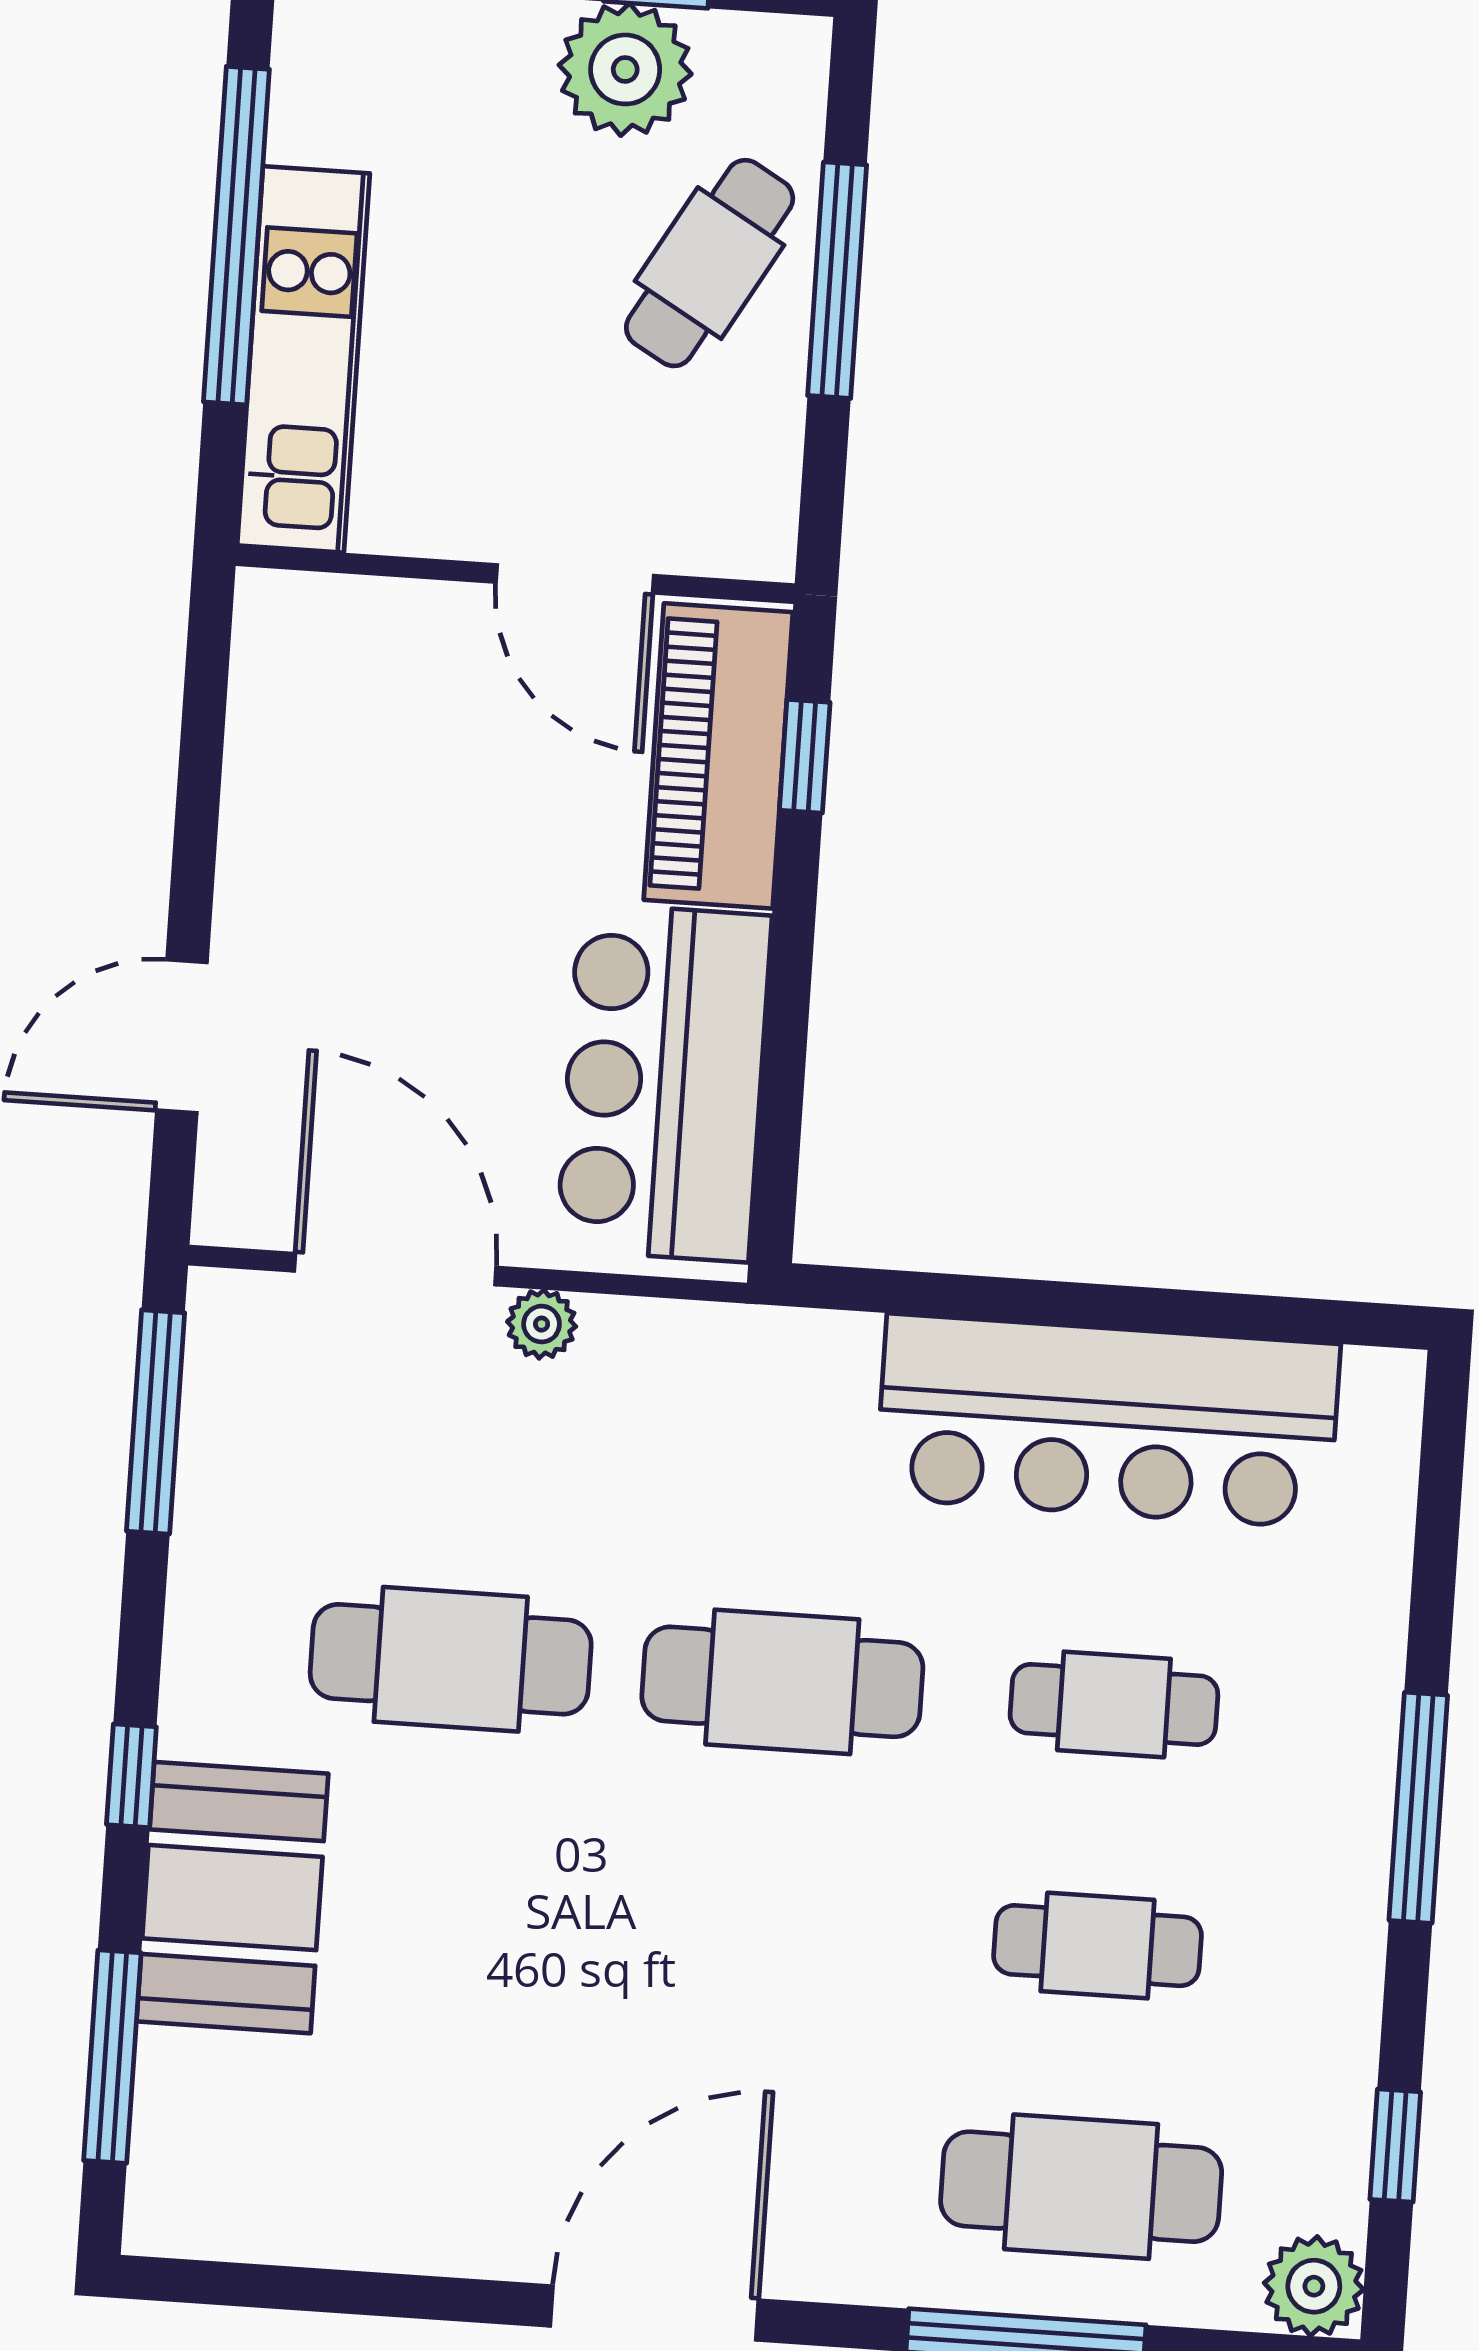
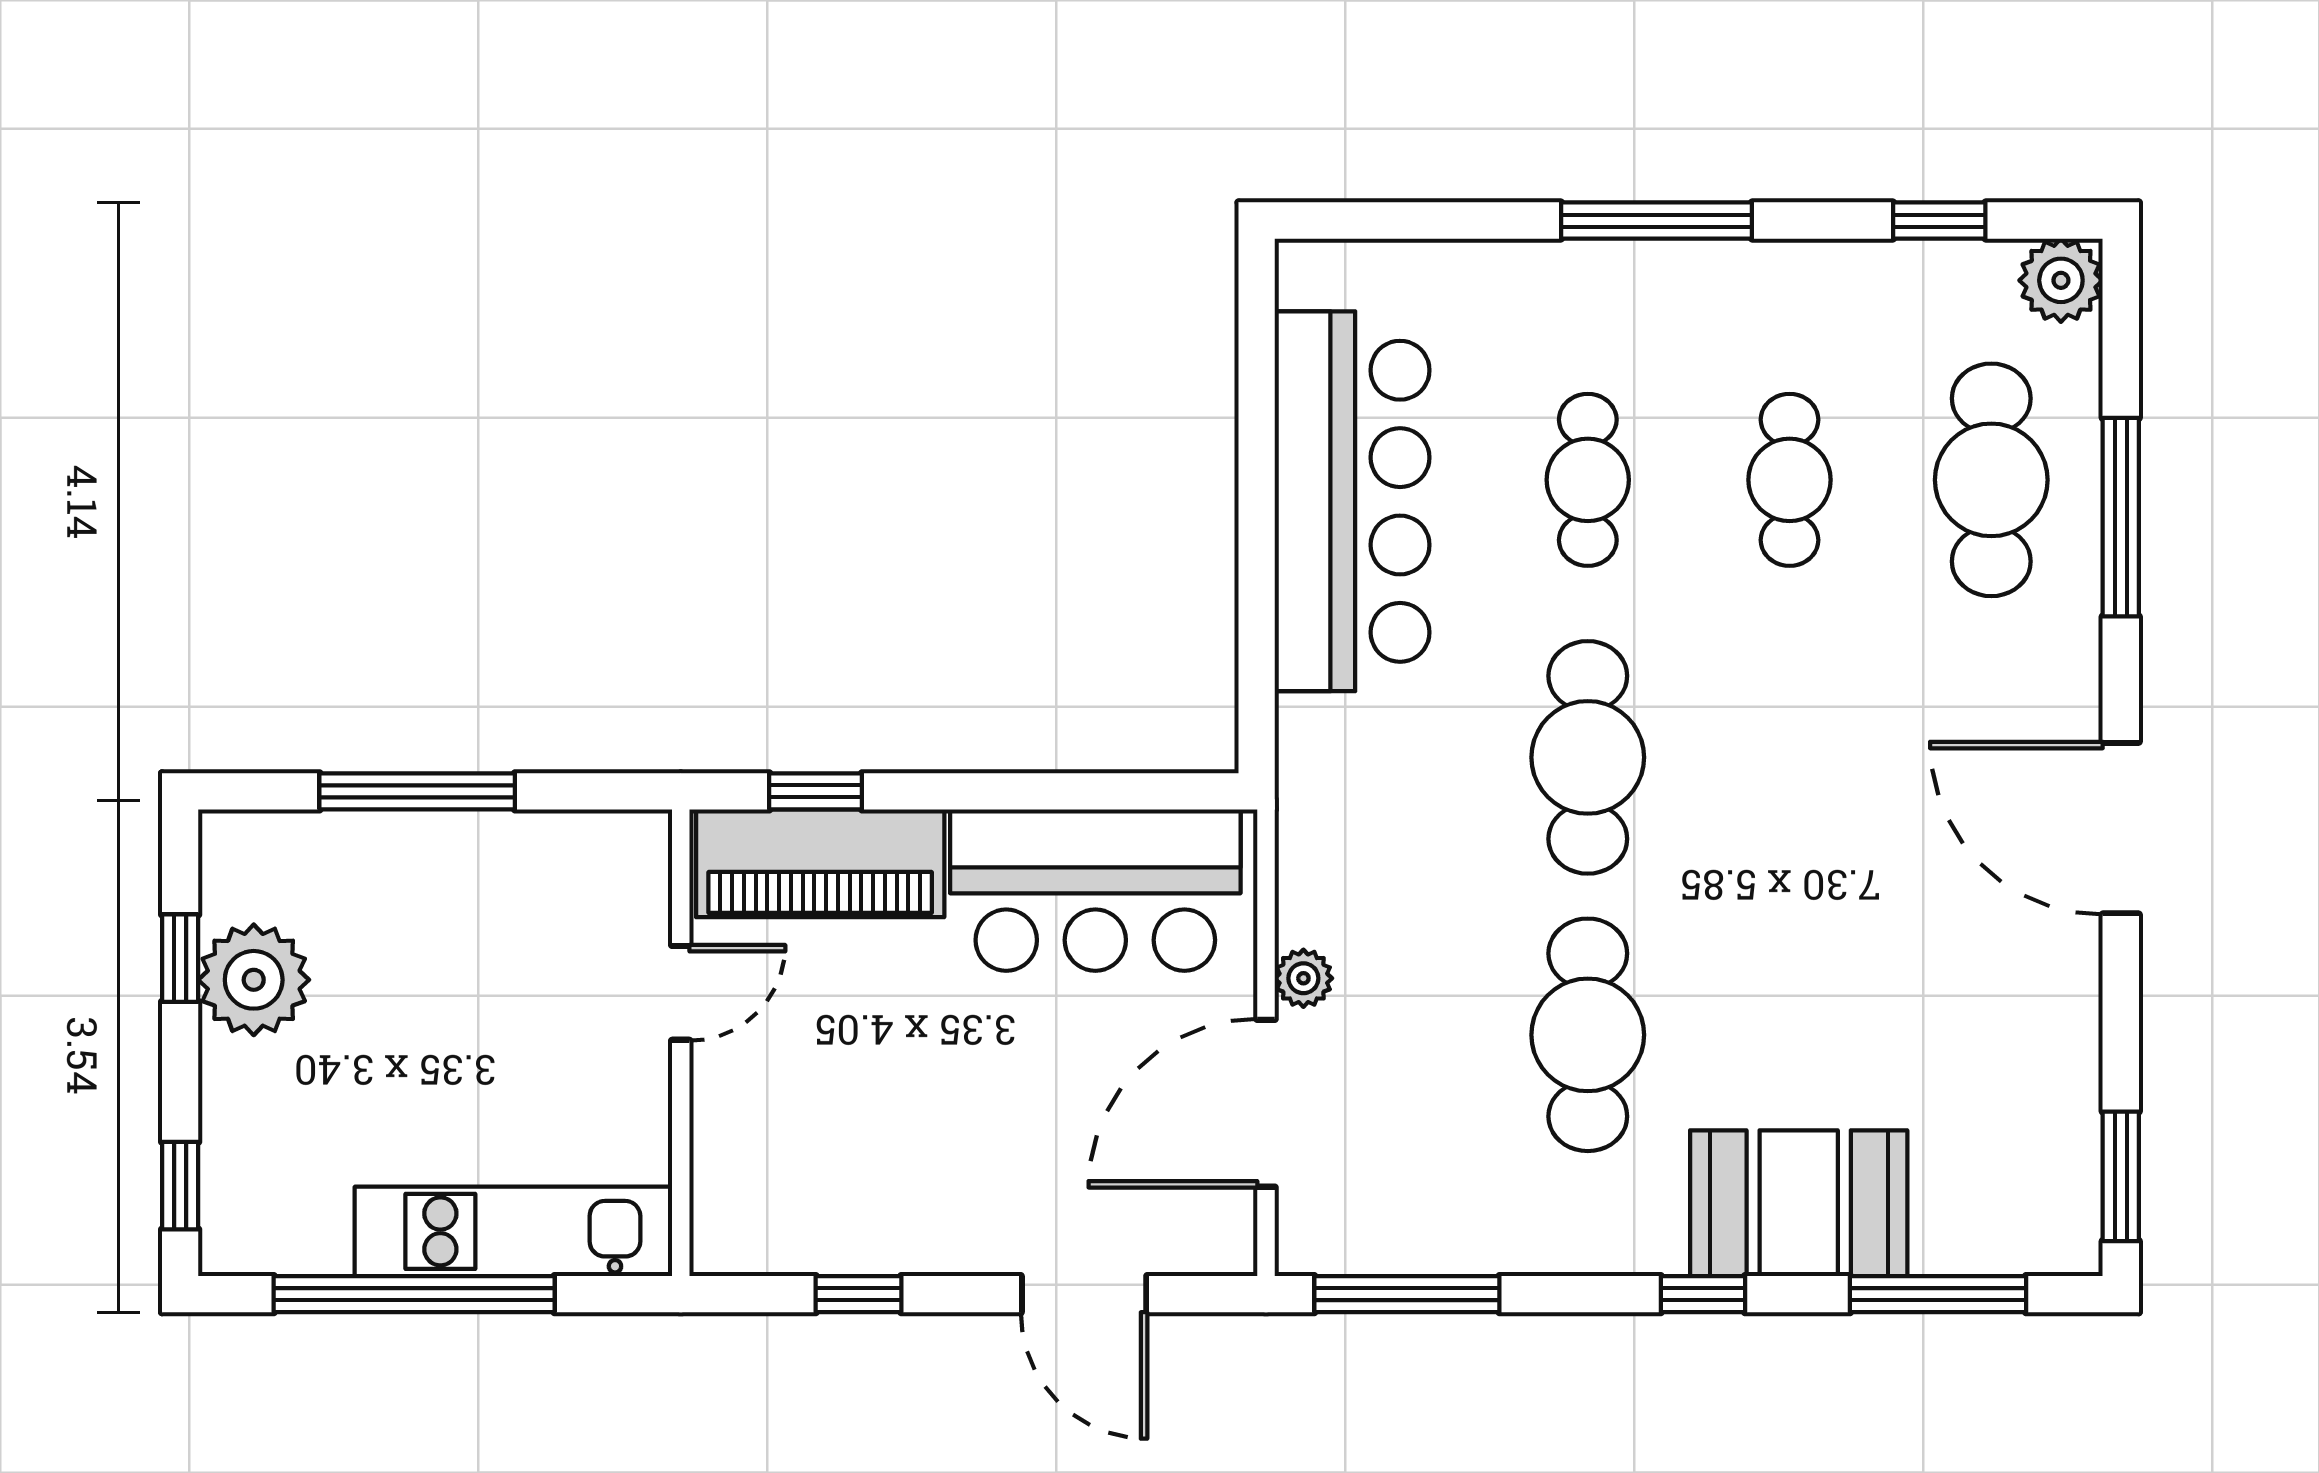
cafe table: (710, 263) -> (410, 899), removed
door: (575, 579) -> (681, 993), width x0.73
window: (200, 767) -> (858, 1294), added
window: (238, 2285) -> (2121, 1176), added

